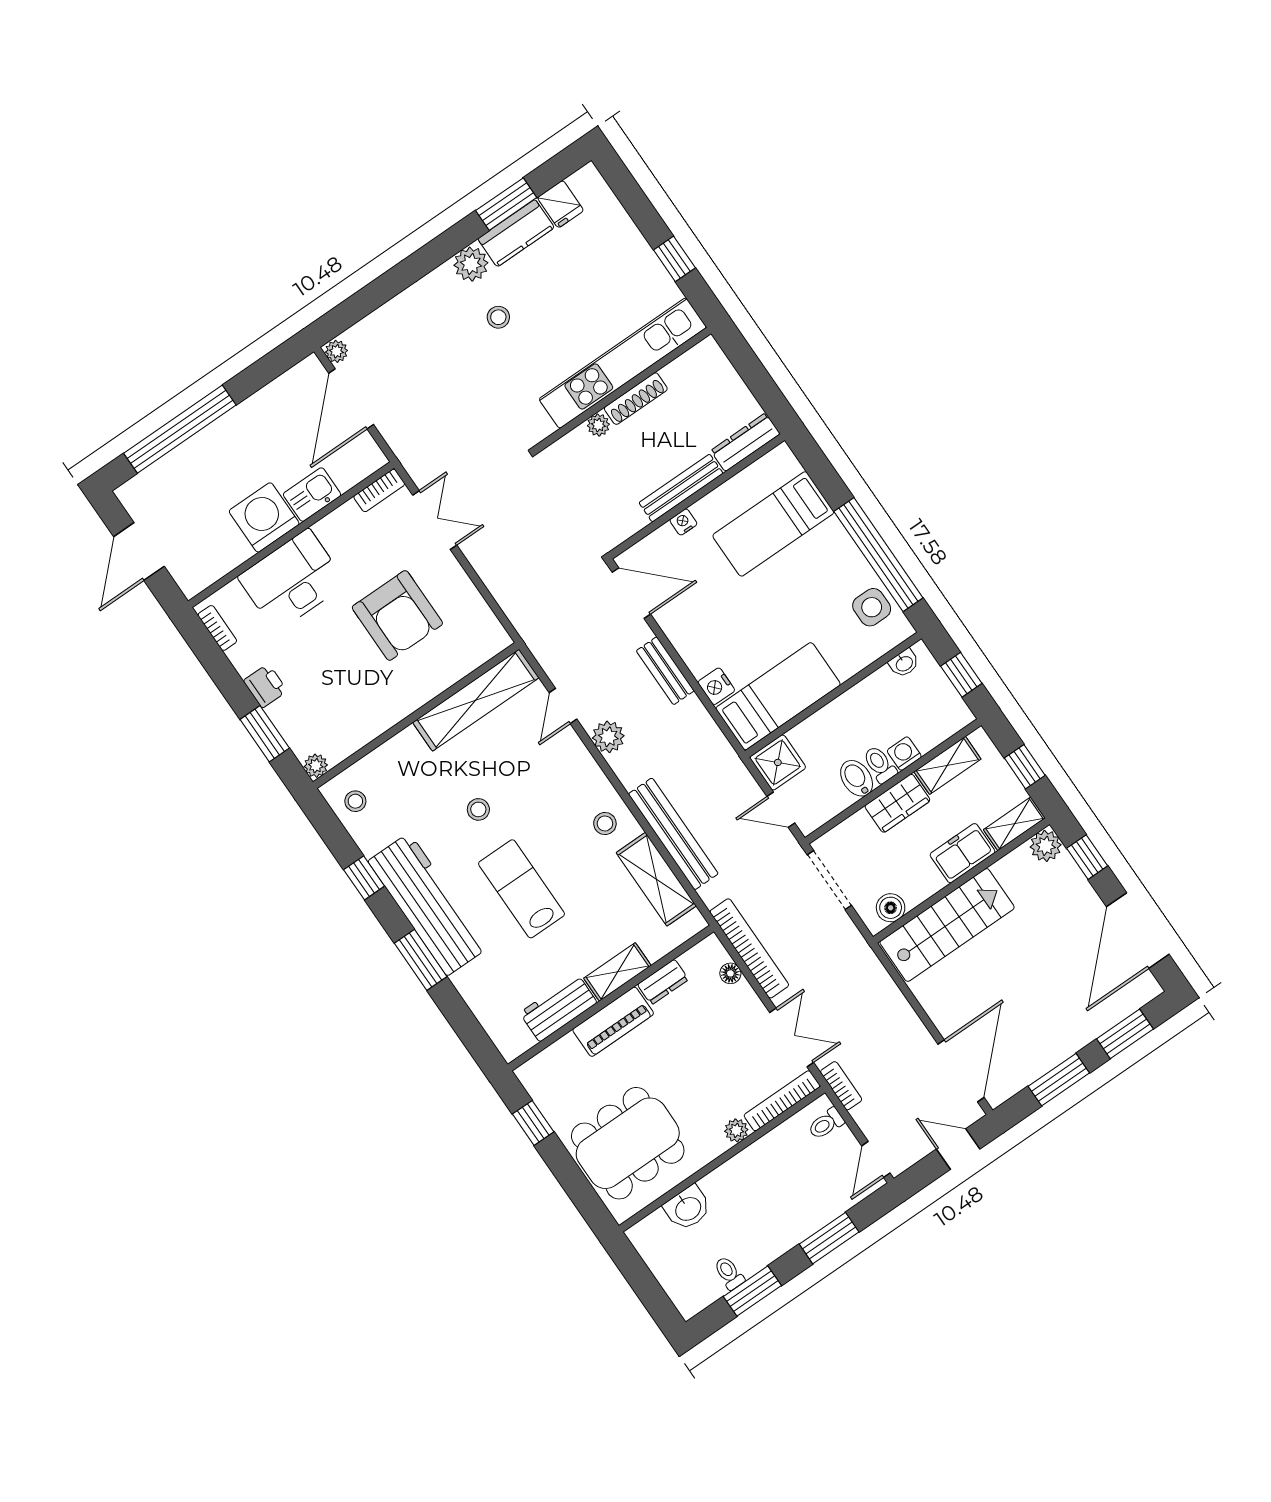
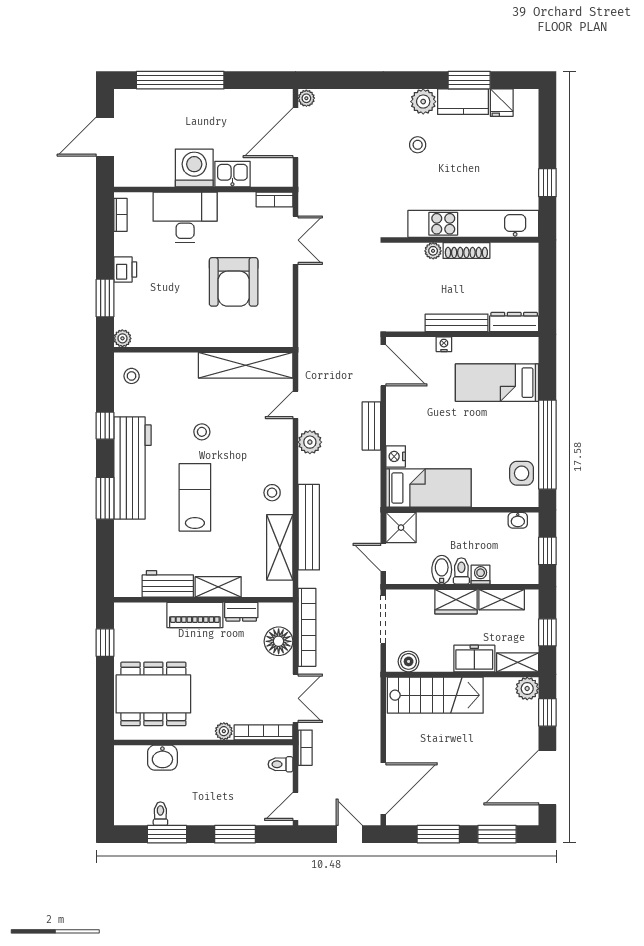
floor lamp: (730, 973) -> (279, 641), width x1.89, depth x1.89

